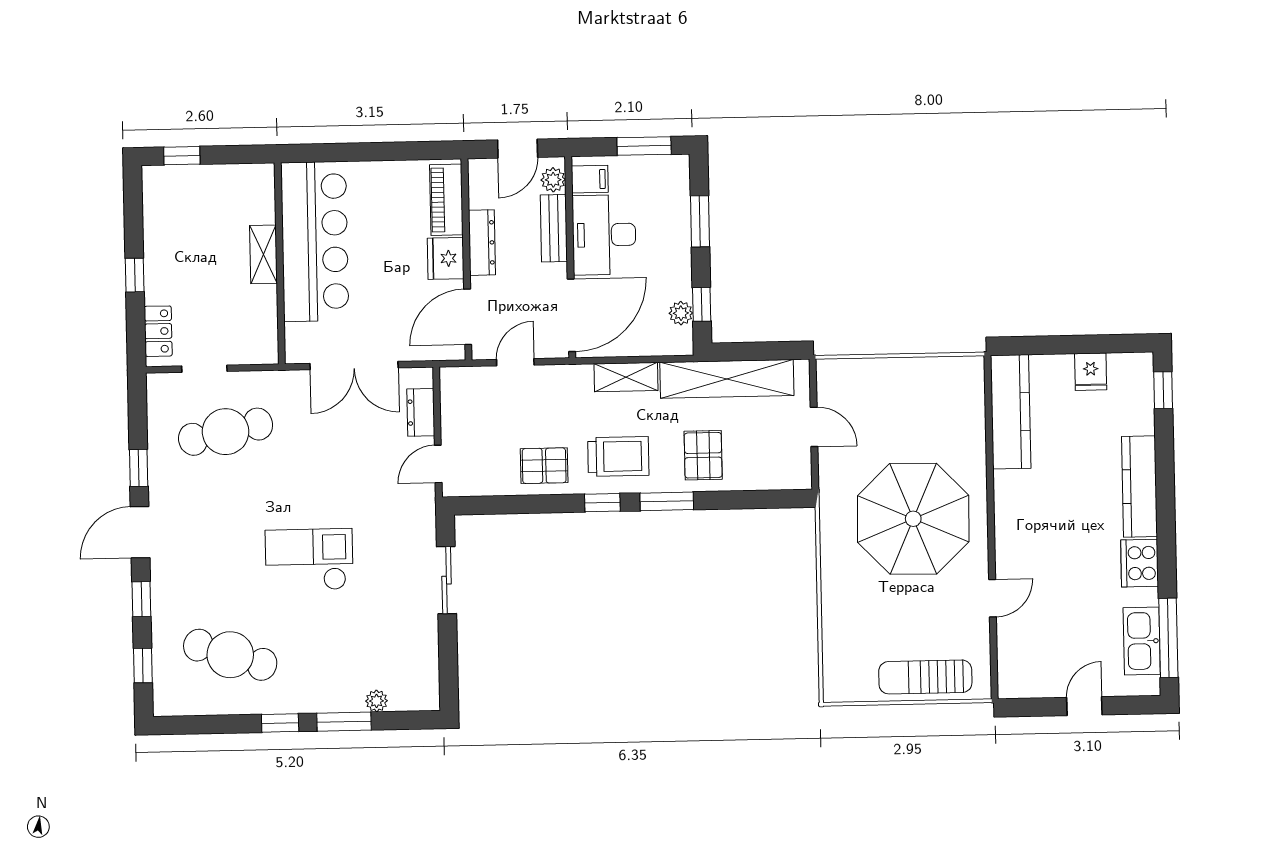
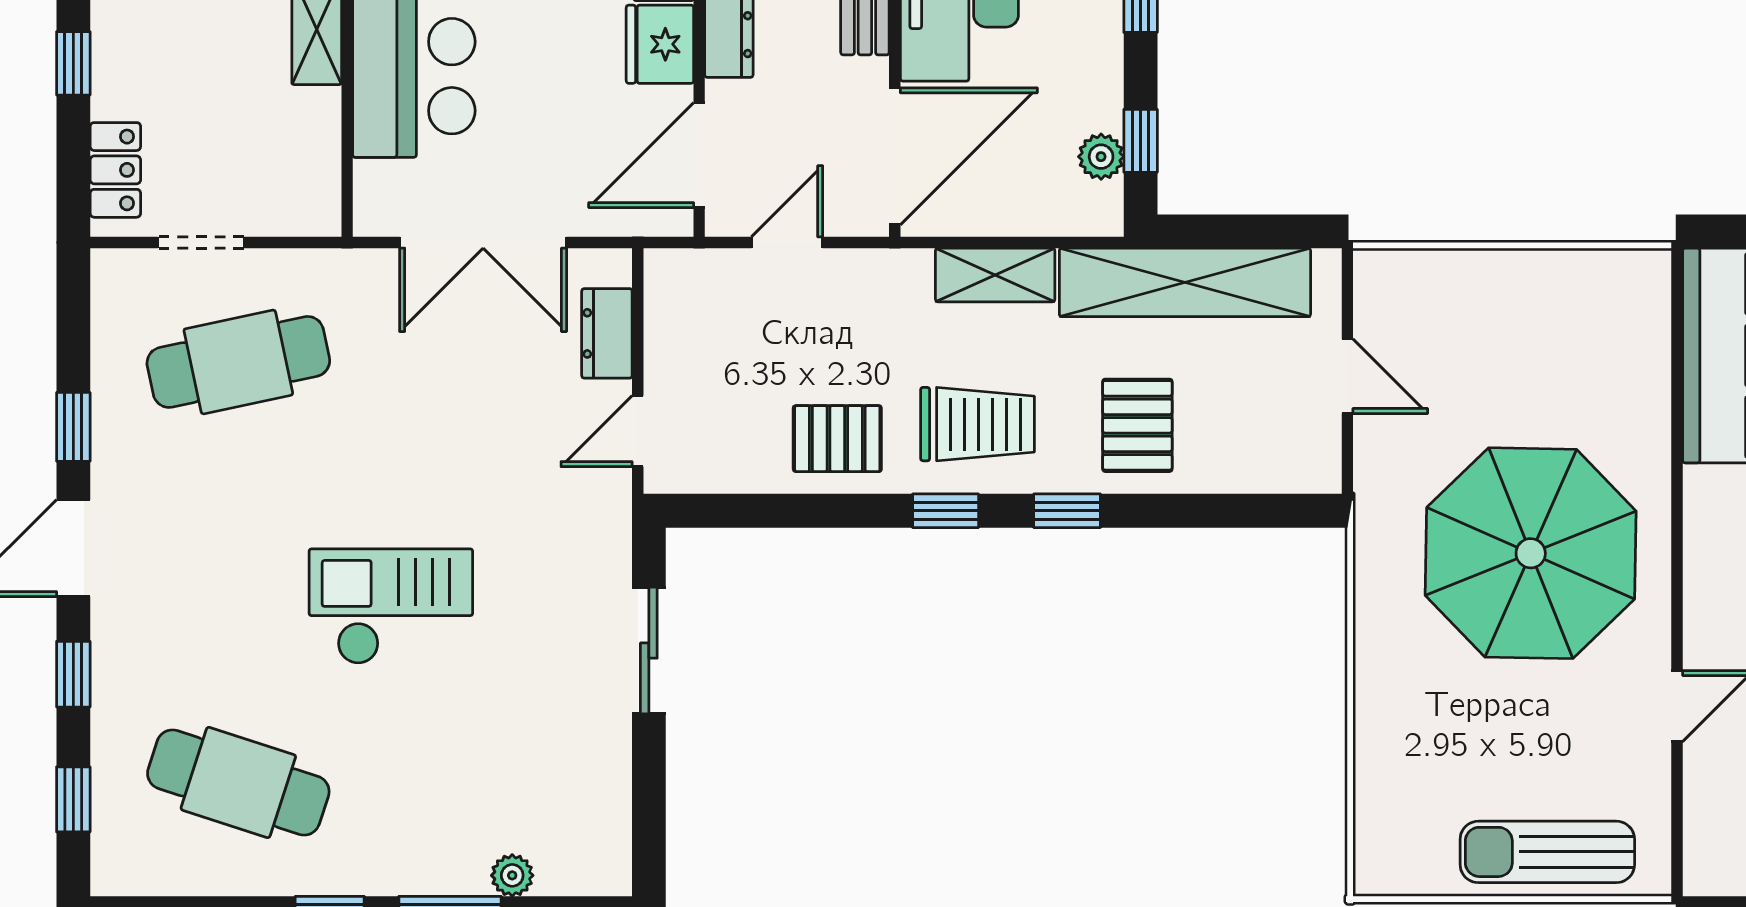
window: (667, 501) -> (1067, 511), width x0.67

